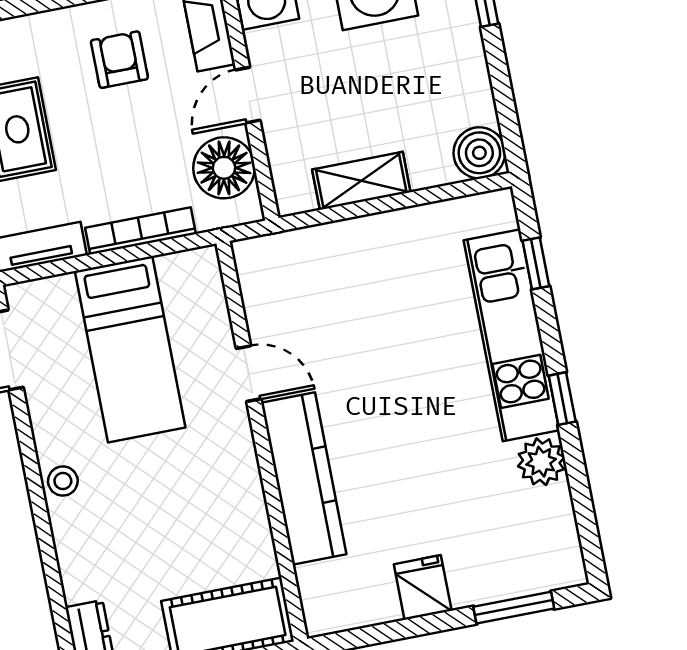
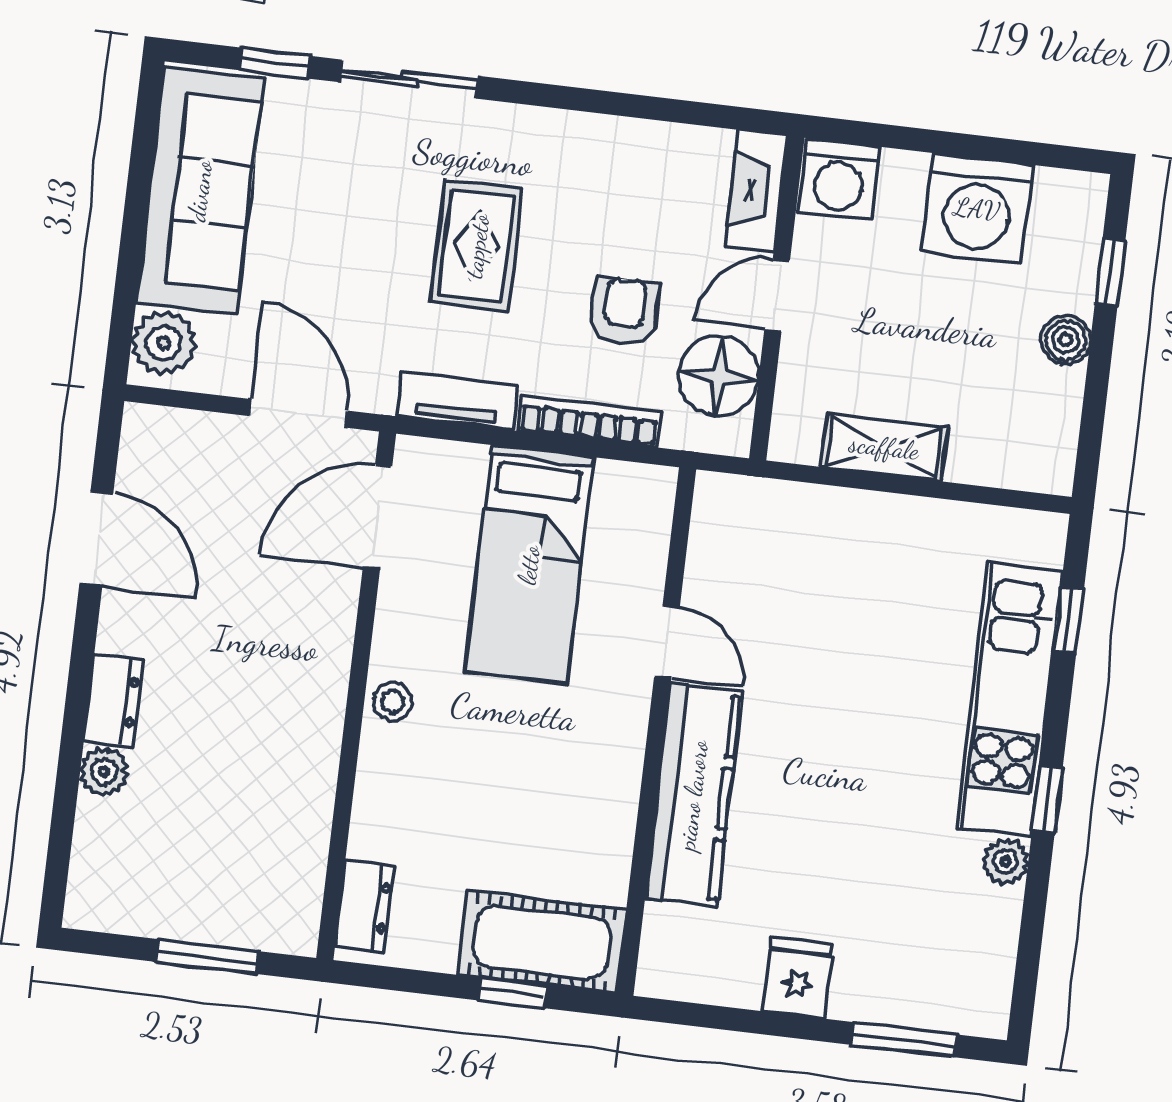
armchair: (119, 60) -> (624, 312), moved
boiler: (479, 153) -> (1066, 340), moved, width x0.73, depth x0.73
plant: (541, 462) -> (1005, 861), width x0.73, depth x0.73

